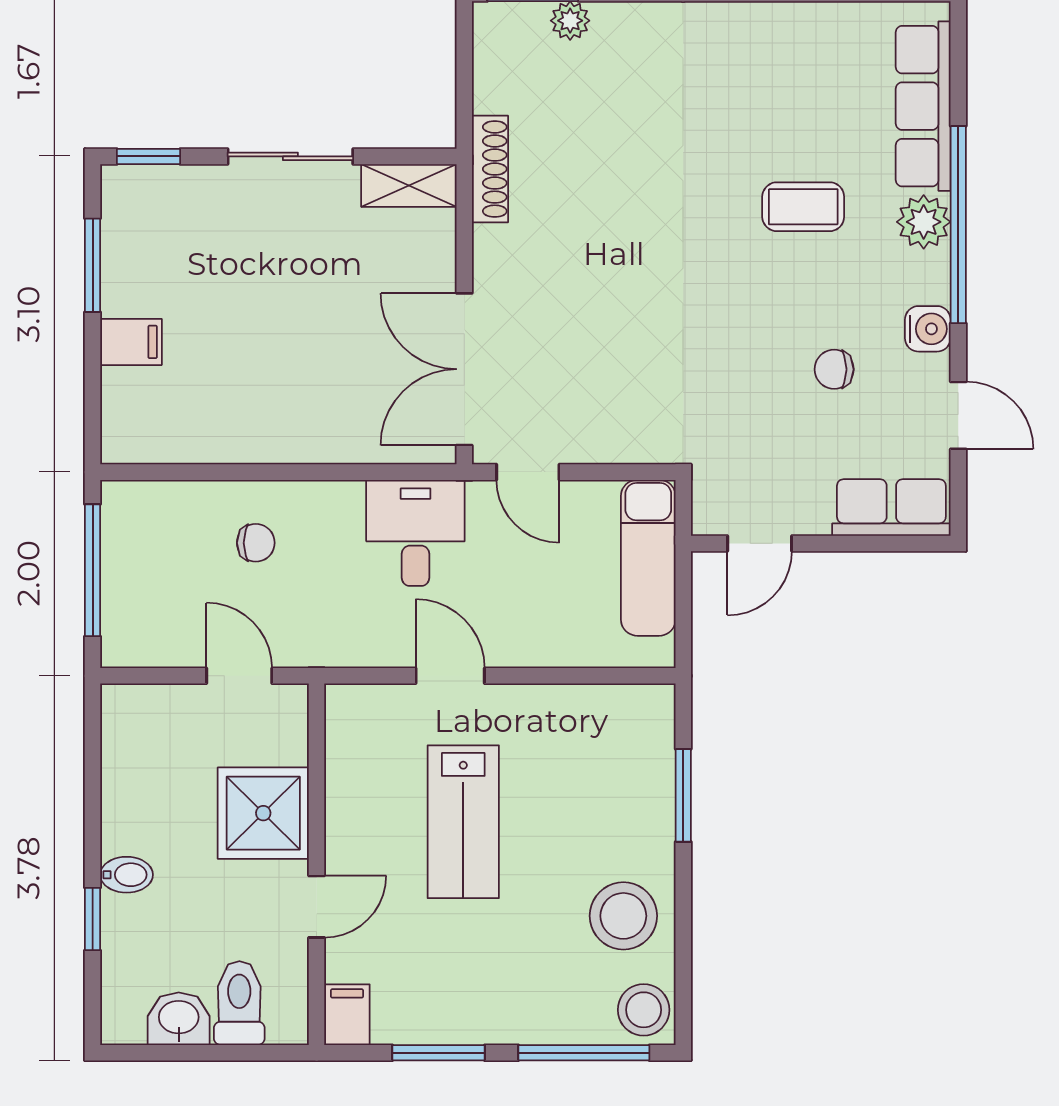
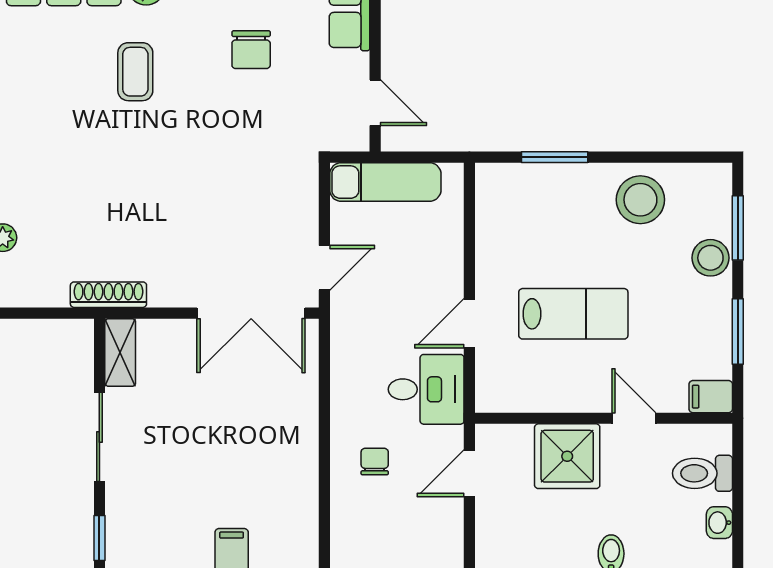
chair: (834, 369) -> (251, 50), width x1.37, depth x1.37
desk: (415, 533) -> (426, 389), moved, turned 180
stool: (644, 1010) -> (710, 258), moved
washbasin: (179, 1019) -> (719, 523), width x0.72, depth x0.69
window: (584, 1053) -> (738, 228), width x0.69

